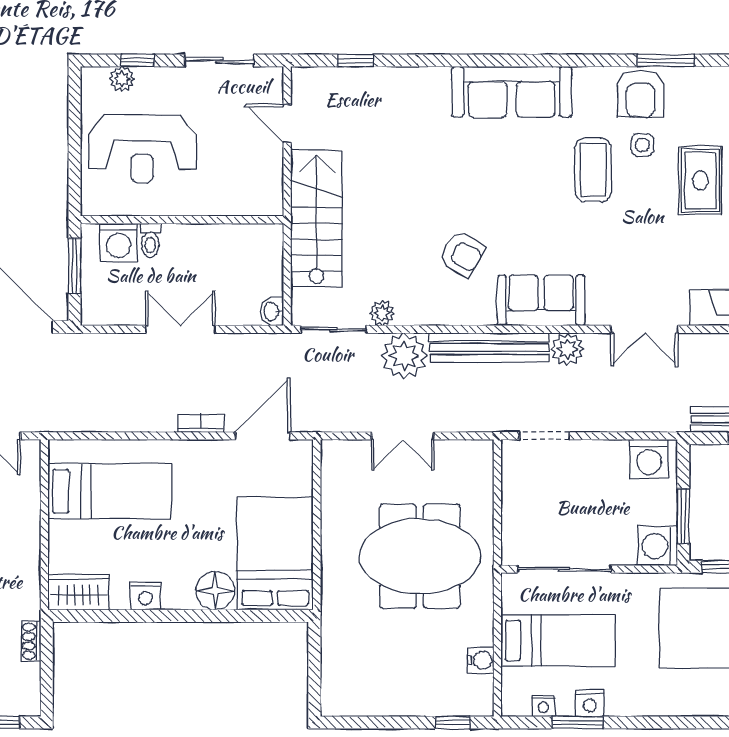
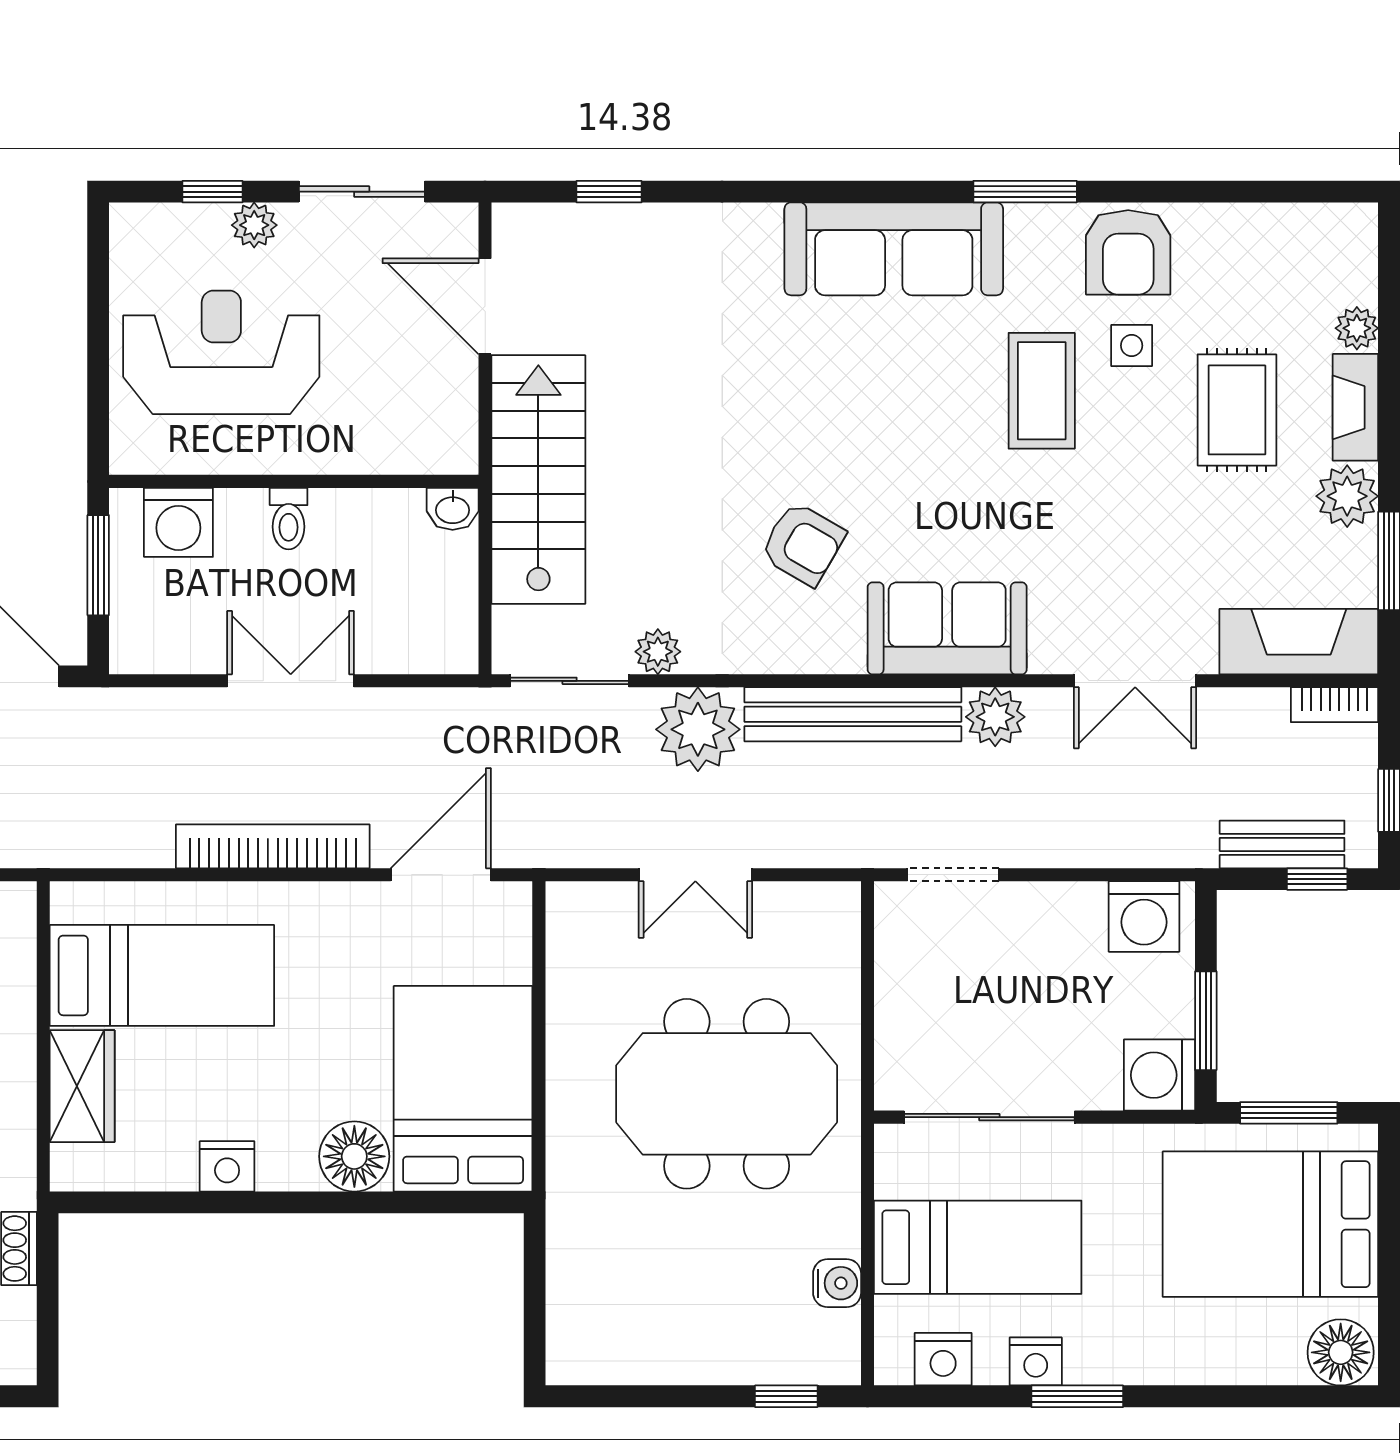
window: (666, 60) -> (1025, 192), moved
plant: (122, 79) -> (254, 225), moved
door: (287, 123) -> (485, 306), width x1.38
reception desk: (142, 149) -> (221, 352), turned 180
toilet: (150, 240) -> (289, 519), moved
washbasin: (272, 311) -> (453, 509), moved, turned -90
bookcase: (201, 423) -> (273, 846), width x2.31, depth x1.31
wardrobe: (79, 592) -> (82, 1086), moved, turned 90
nightstand: (543, 706) -> (943, 1359), width x1.39, depth x1.35
window: (578, 722) -> (1077, 1396), moved

